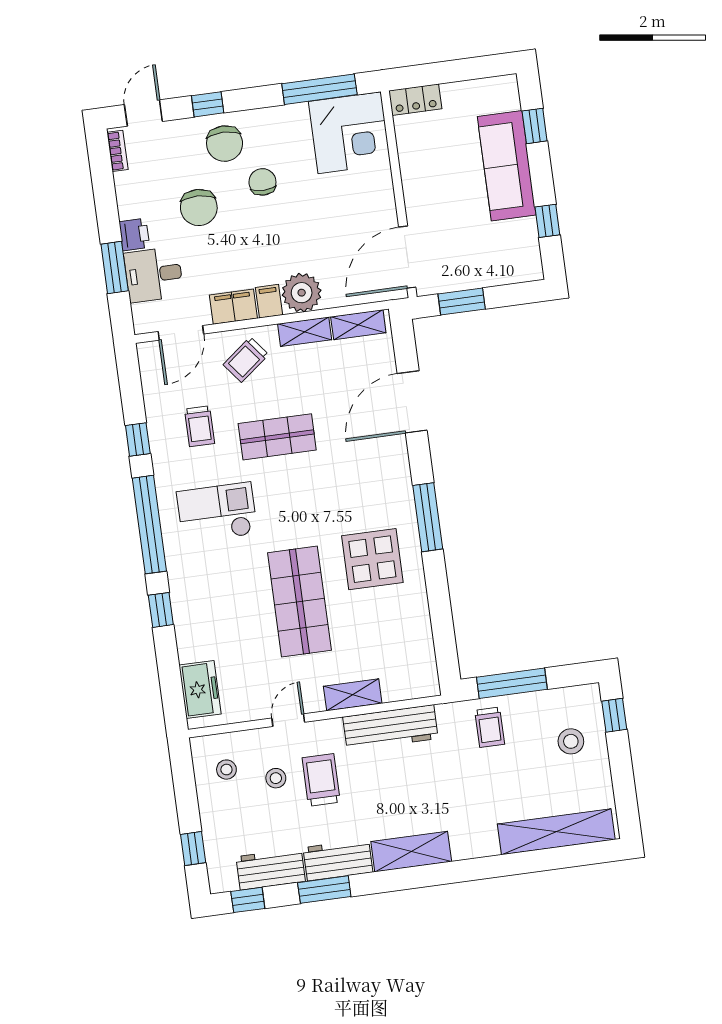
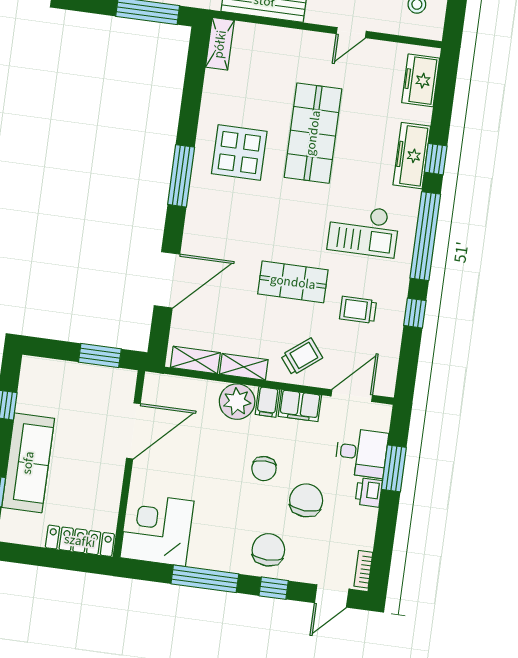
window: (319, 89) -> (205, 579), moved
locker: (415, 100) -> (80, 541), width x1.53
chair: (262, 182) -> (264, 469), moved
door: (407, 257) -> (133, 431), moved
trolley: (200, 426) -> (358, 310), turned -90
freezer: (187, 607) -> (412, 156), added
shelving: (353, 695) -> (220, 44), moved, turned 90

